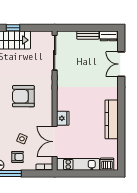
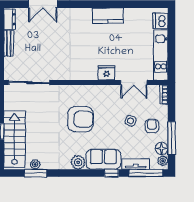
armchair: (23, 96) -> (80, 119), turned -90
kitchen counter: (112, 119) -> (108, 15), width x0.67
double door: (55, 142) -> (134, 82), width x0.73

